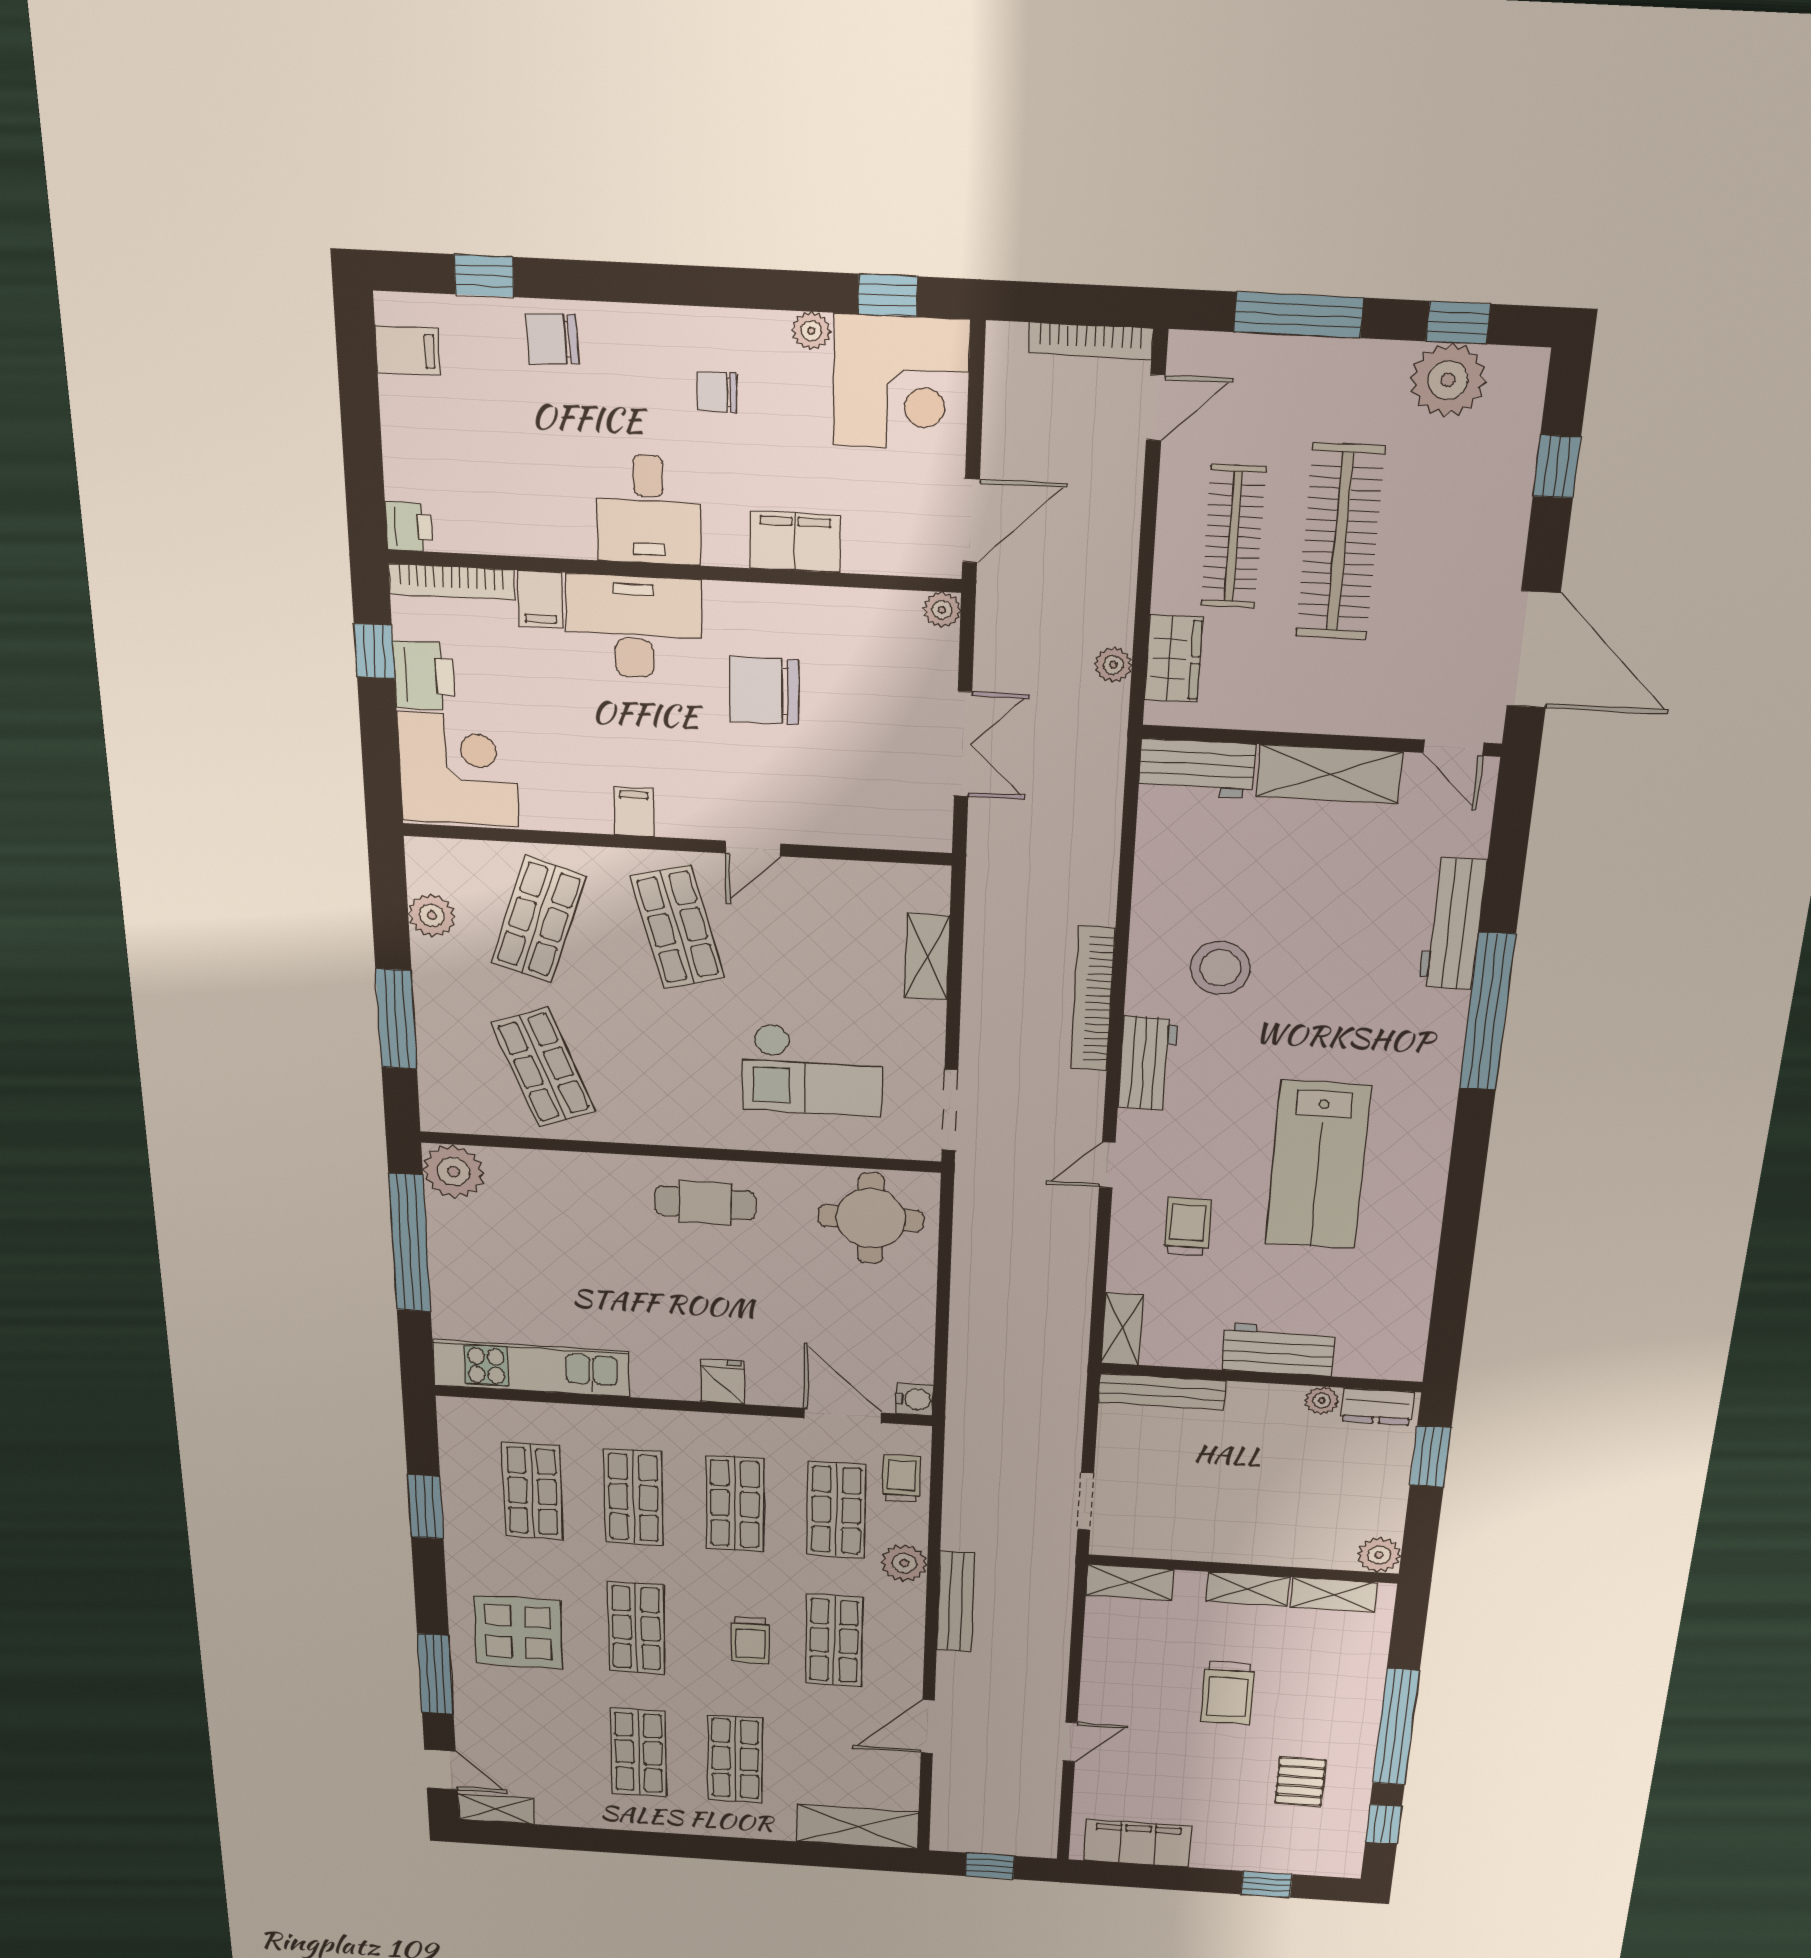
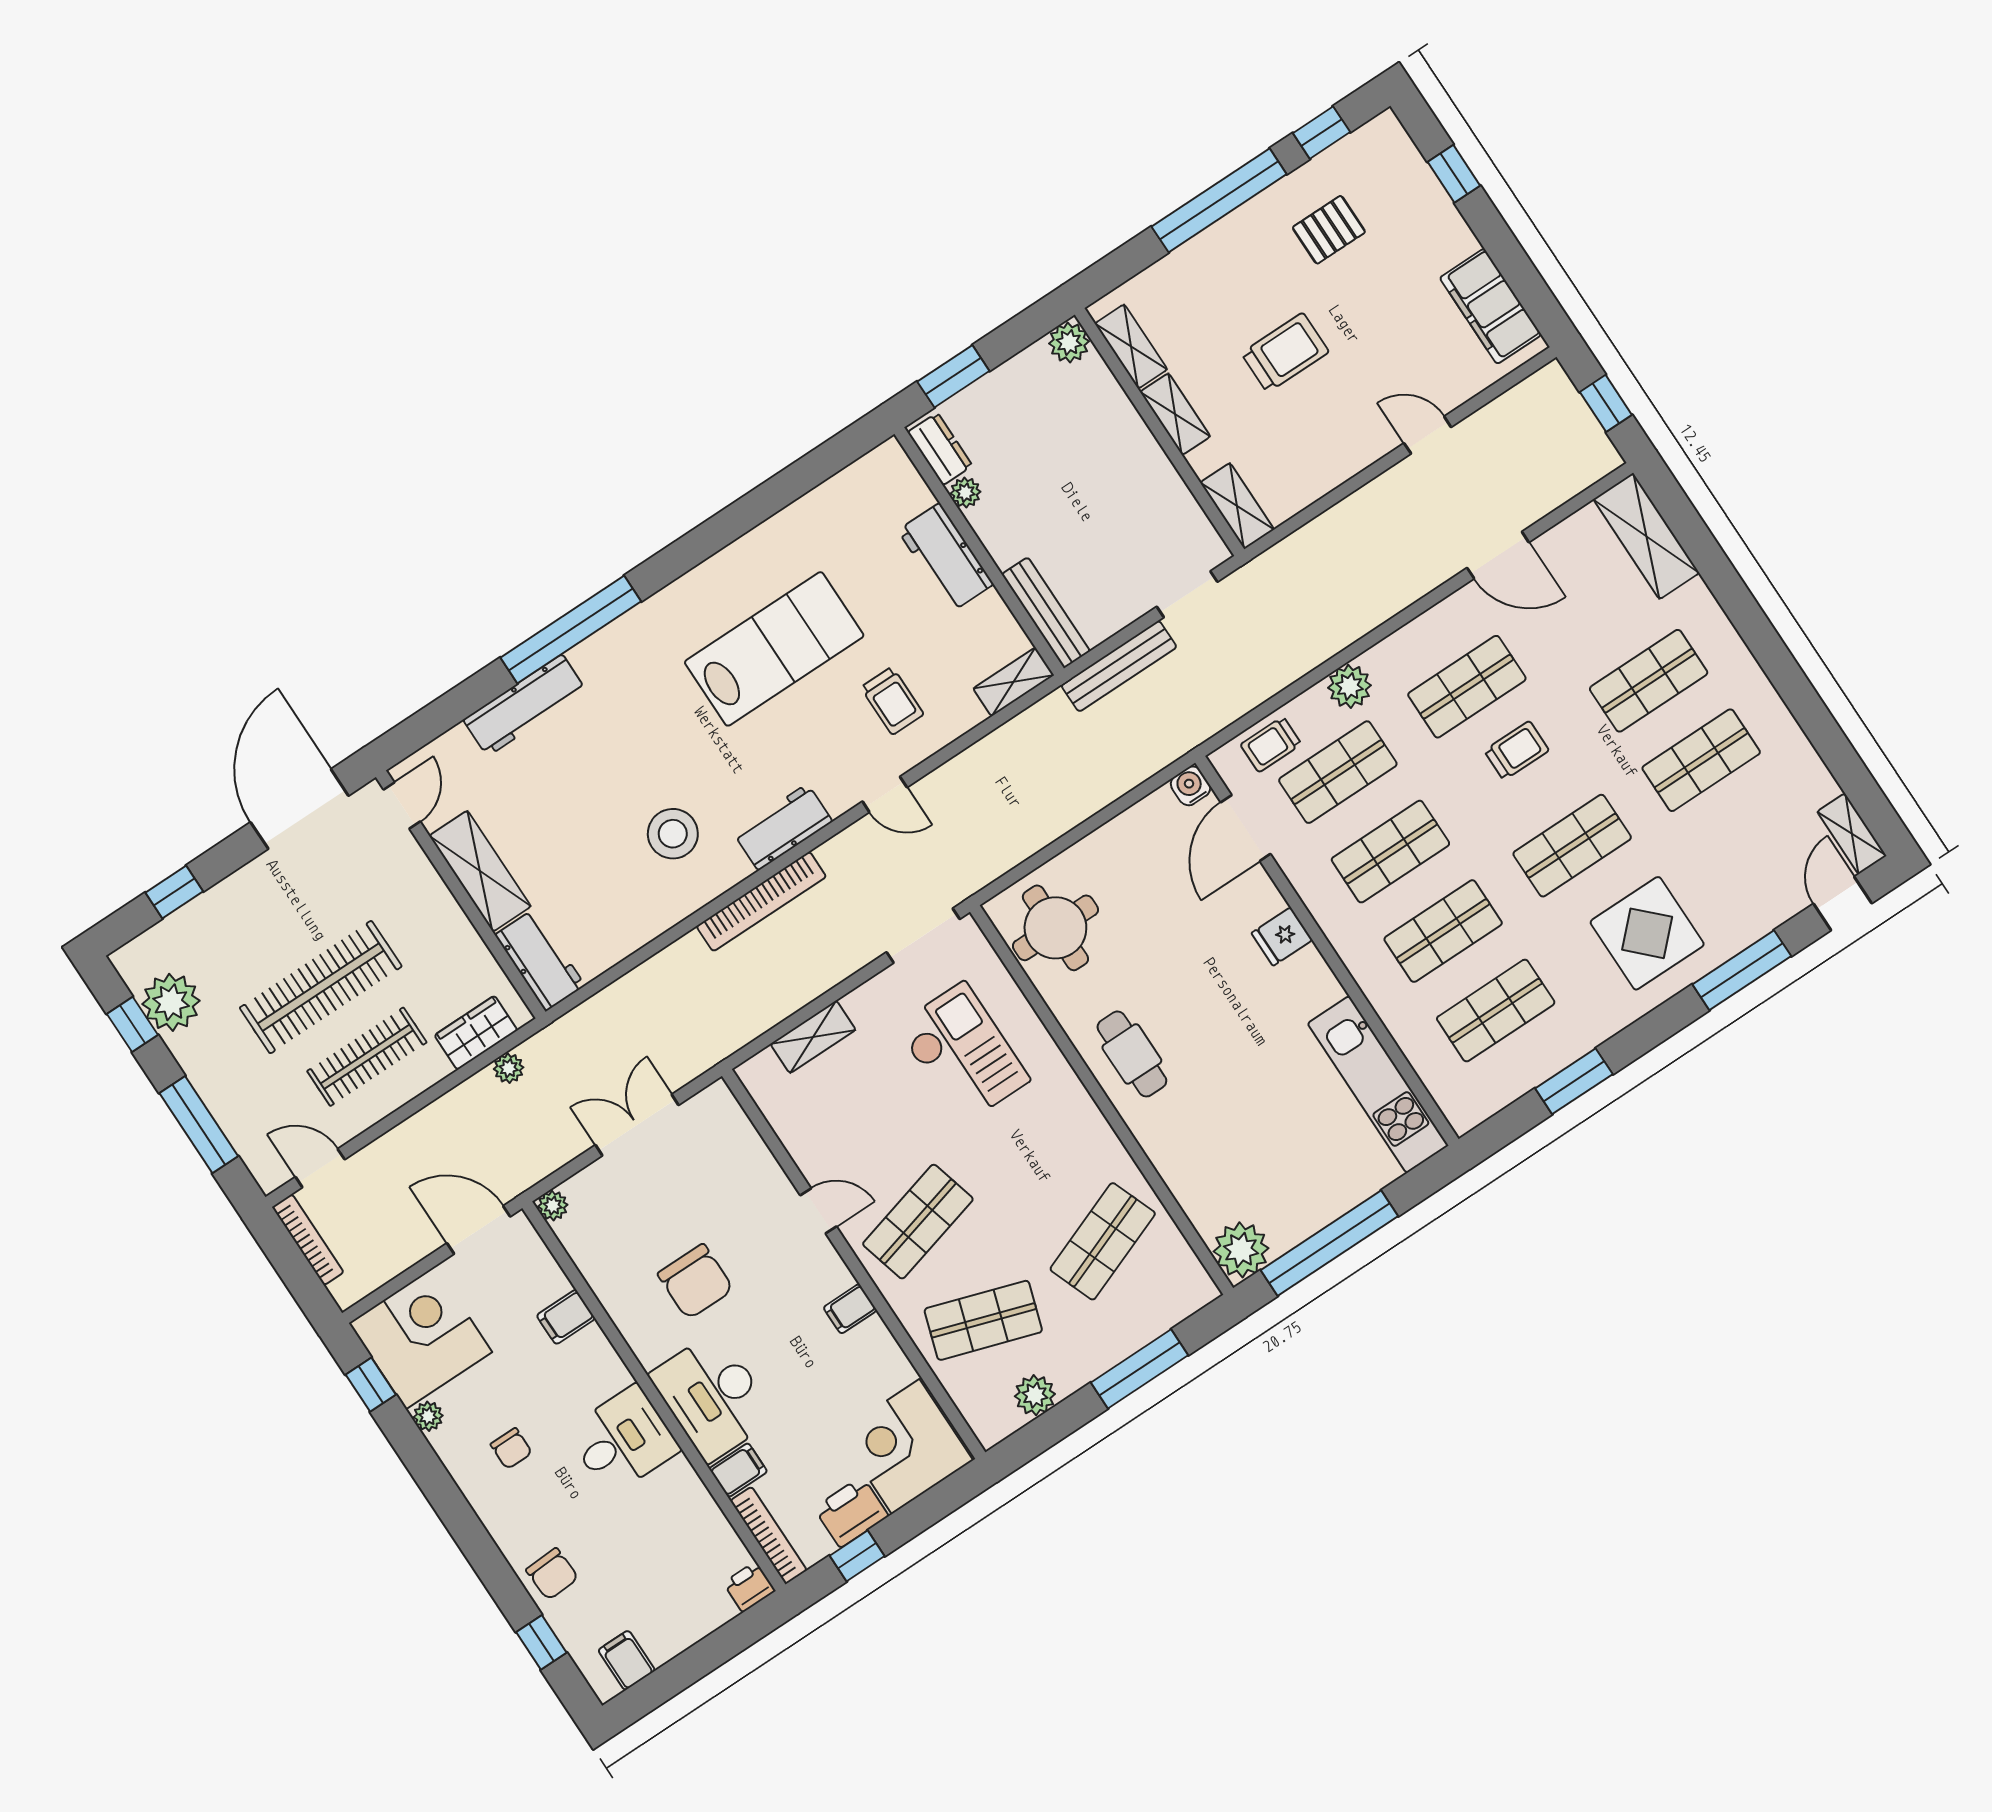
filing cabinet: (795, 542) -> (566, 1317), width x0.50
trolley: (1188, 1226) -> (892, 701), turned -90
bench: (956, 1602) -> (1119, 666), moved

